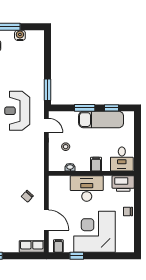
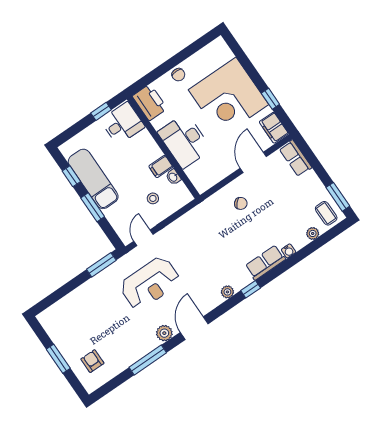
water cooler: (20, 35) -> (60, 340), removed
window: (138, 151) -> (101, 111), added
filing cabinet: (96, 164) -> (161, 167), moved
filing cabinet: (58, 246) -> (274, 128), width x2.00

